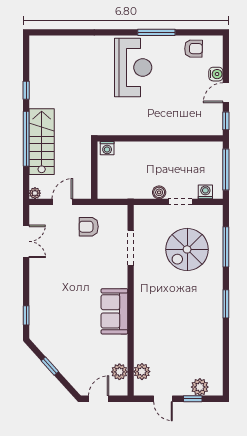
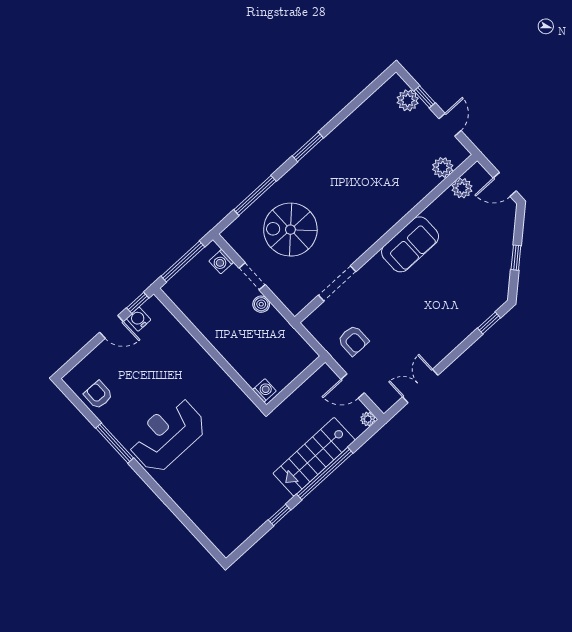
water cooler: (216, 74) -> (139, 319), moved
spiral stairs: (187, 249) -> (290, 230), turned 180

